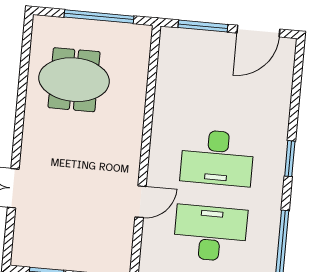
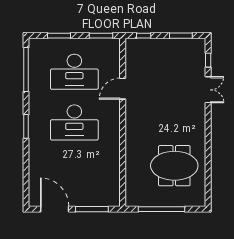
door: (258, 31) -> (55, 209), hinge flipped
desk: (217, 158) -> (74, 122), turned 180
window: (9, 233) -> (208, 60), added

